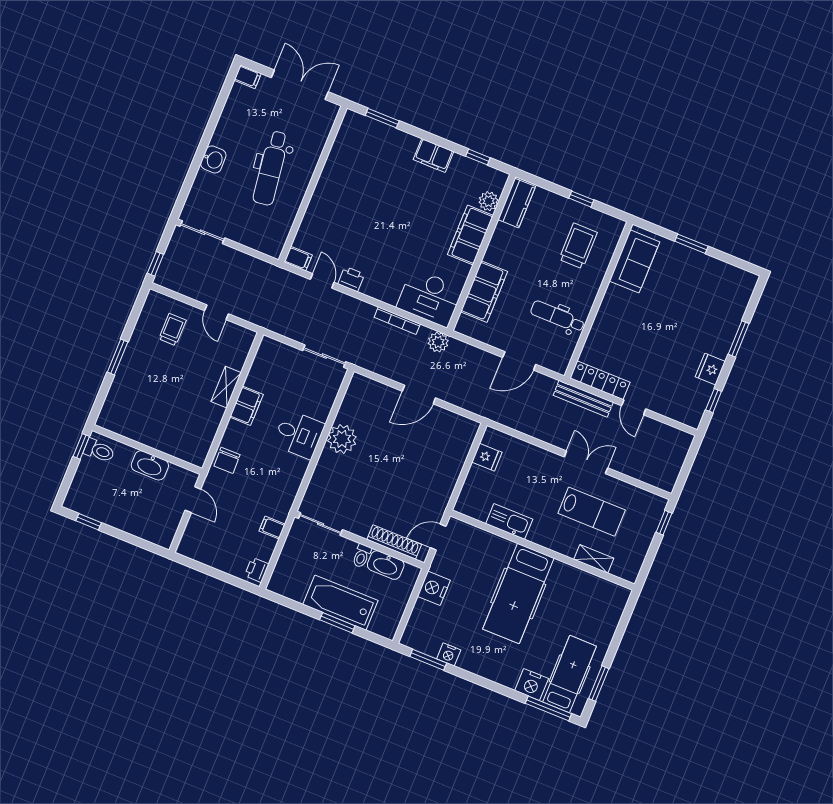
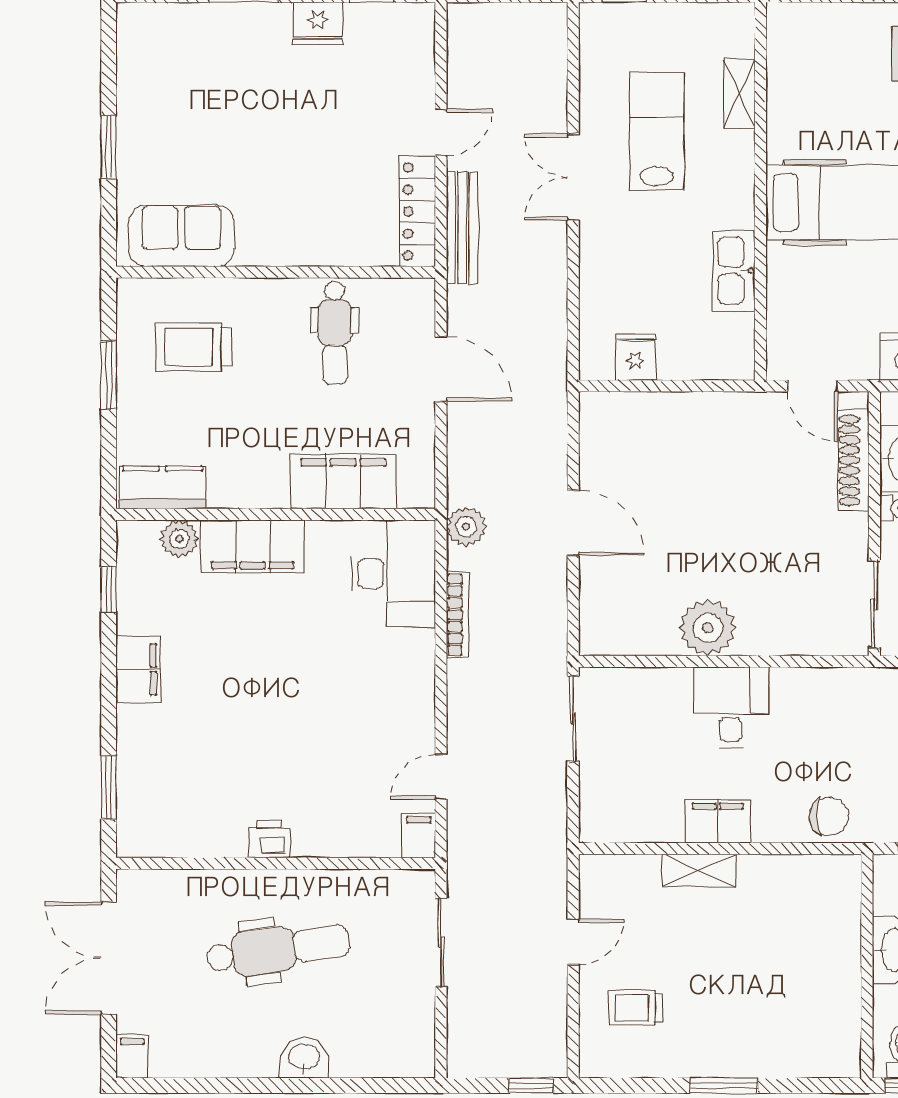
window: (581, 199) -> (109, 375), width x1.50
sliding door: (202, 232) -> (441, 942), moved
printer: (351, 279) -> (269, 839), moved, turned 90

